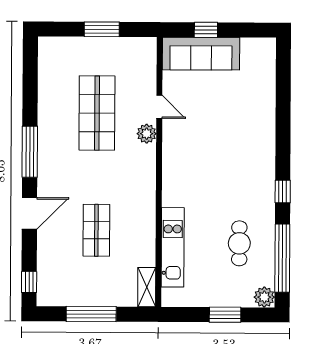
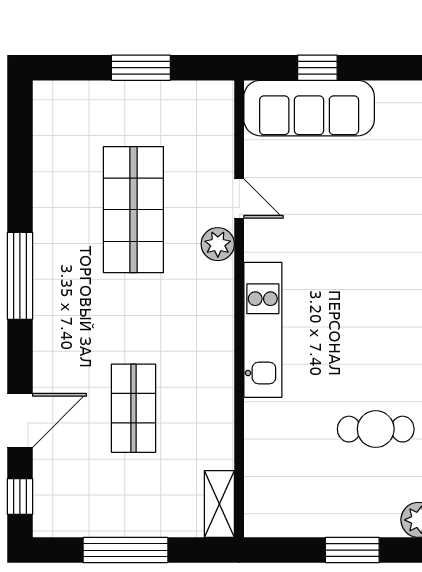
door: (29, 213) -> (20, 420), moved
cafe table: (239, 243) -> (376, 429), turned 90
kitchen unit: (173, 247) -> (263, 330), moved

